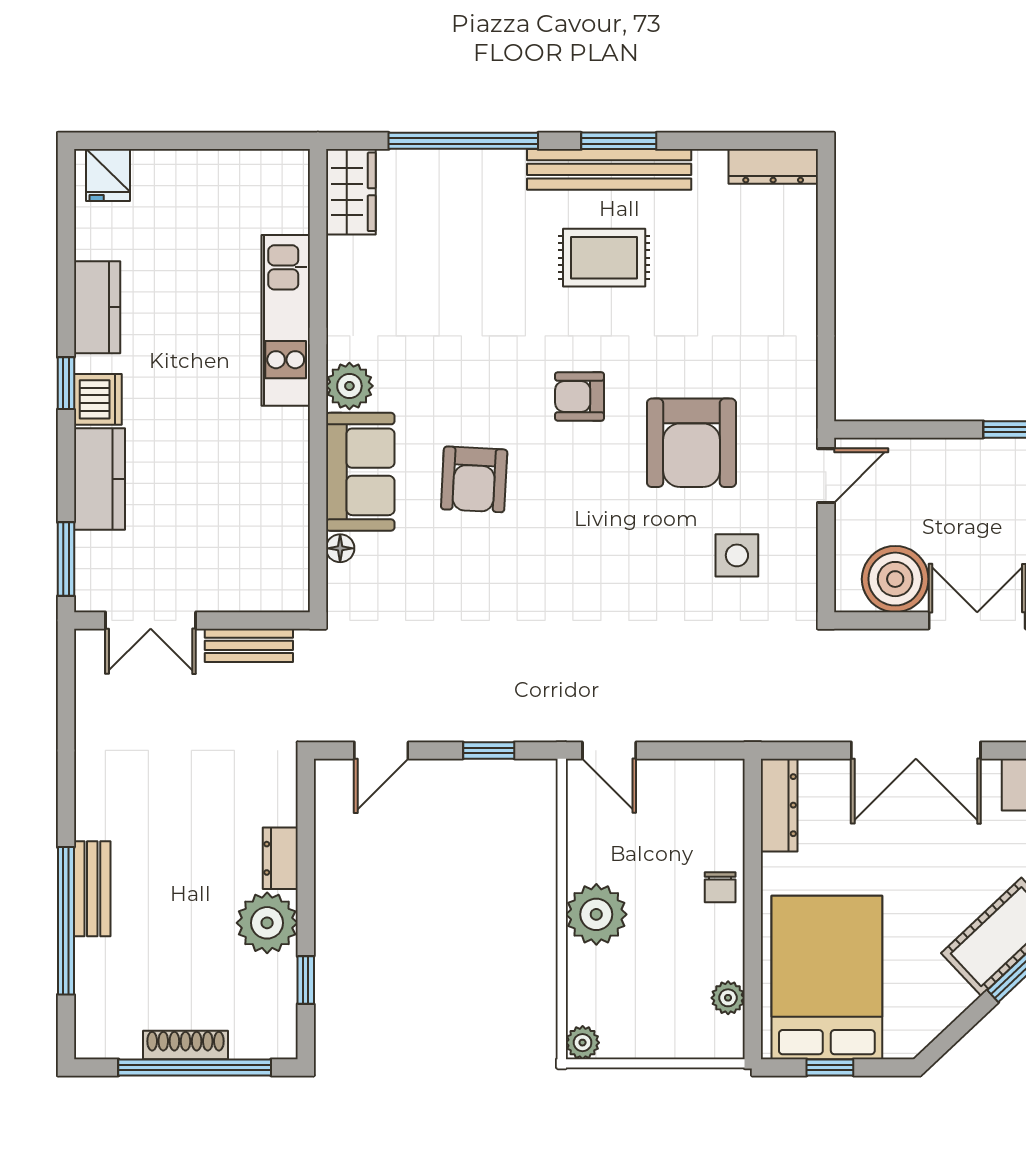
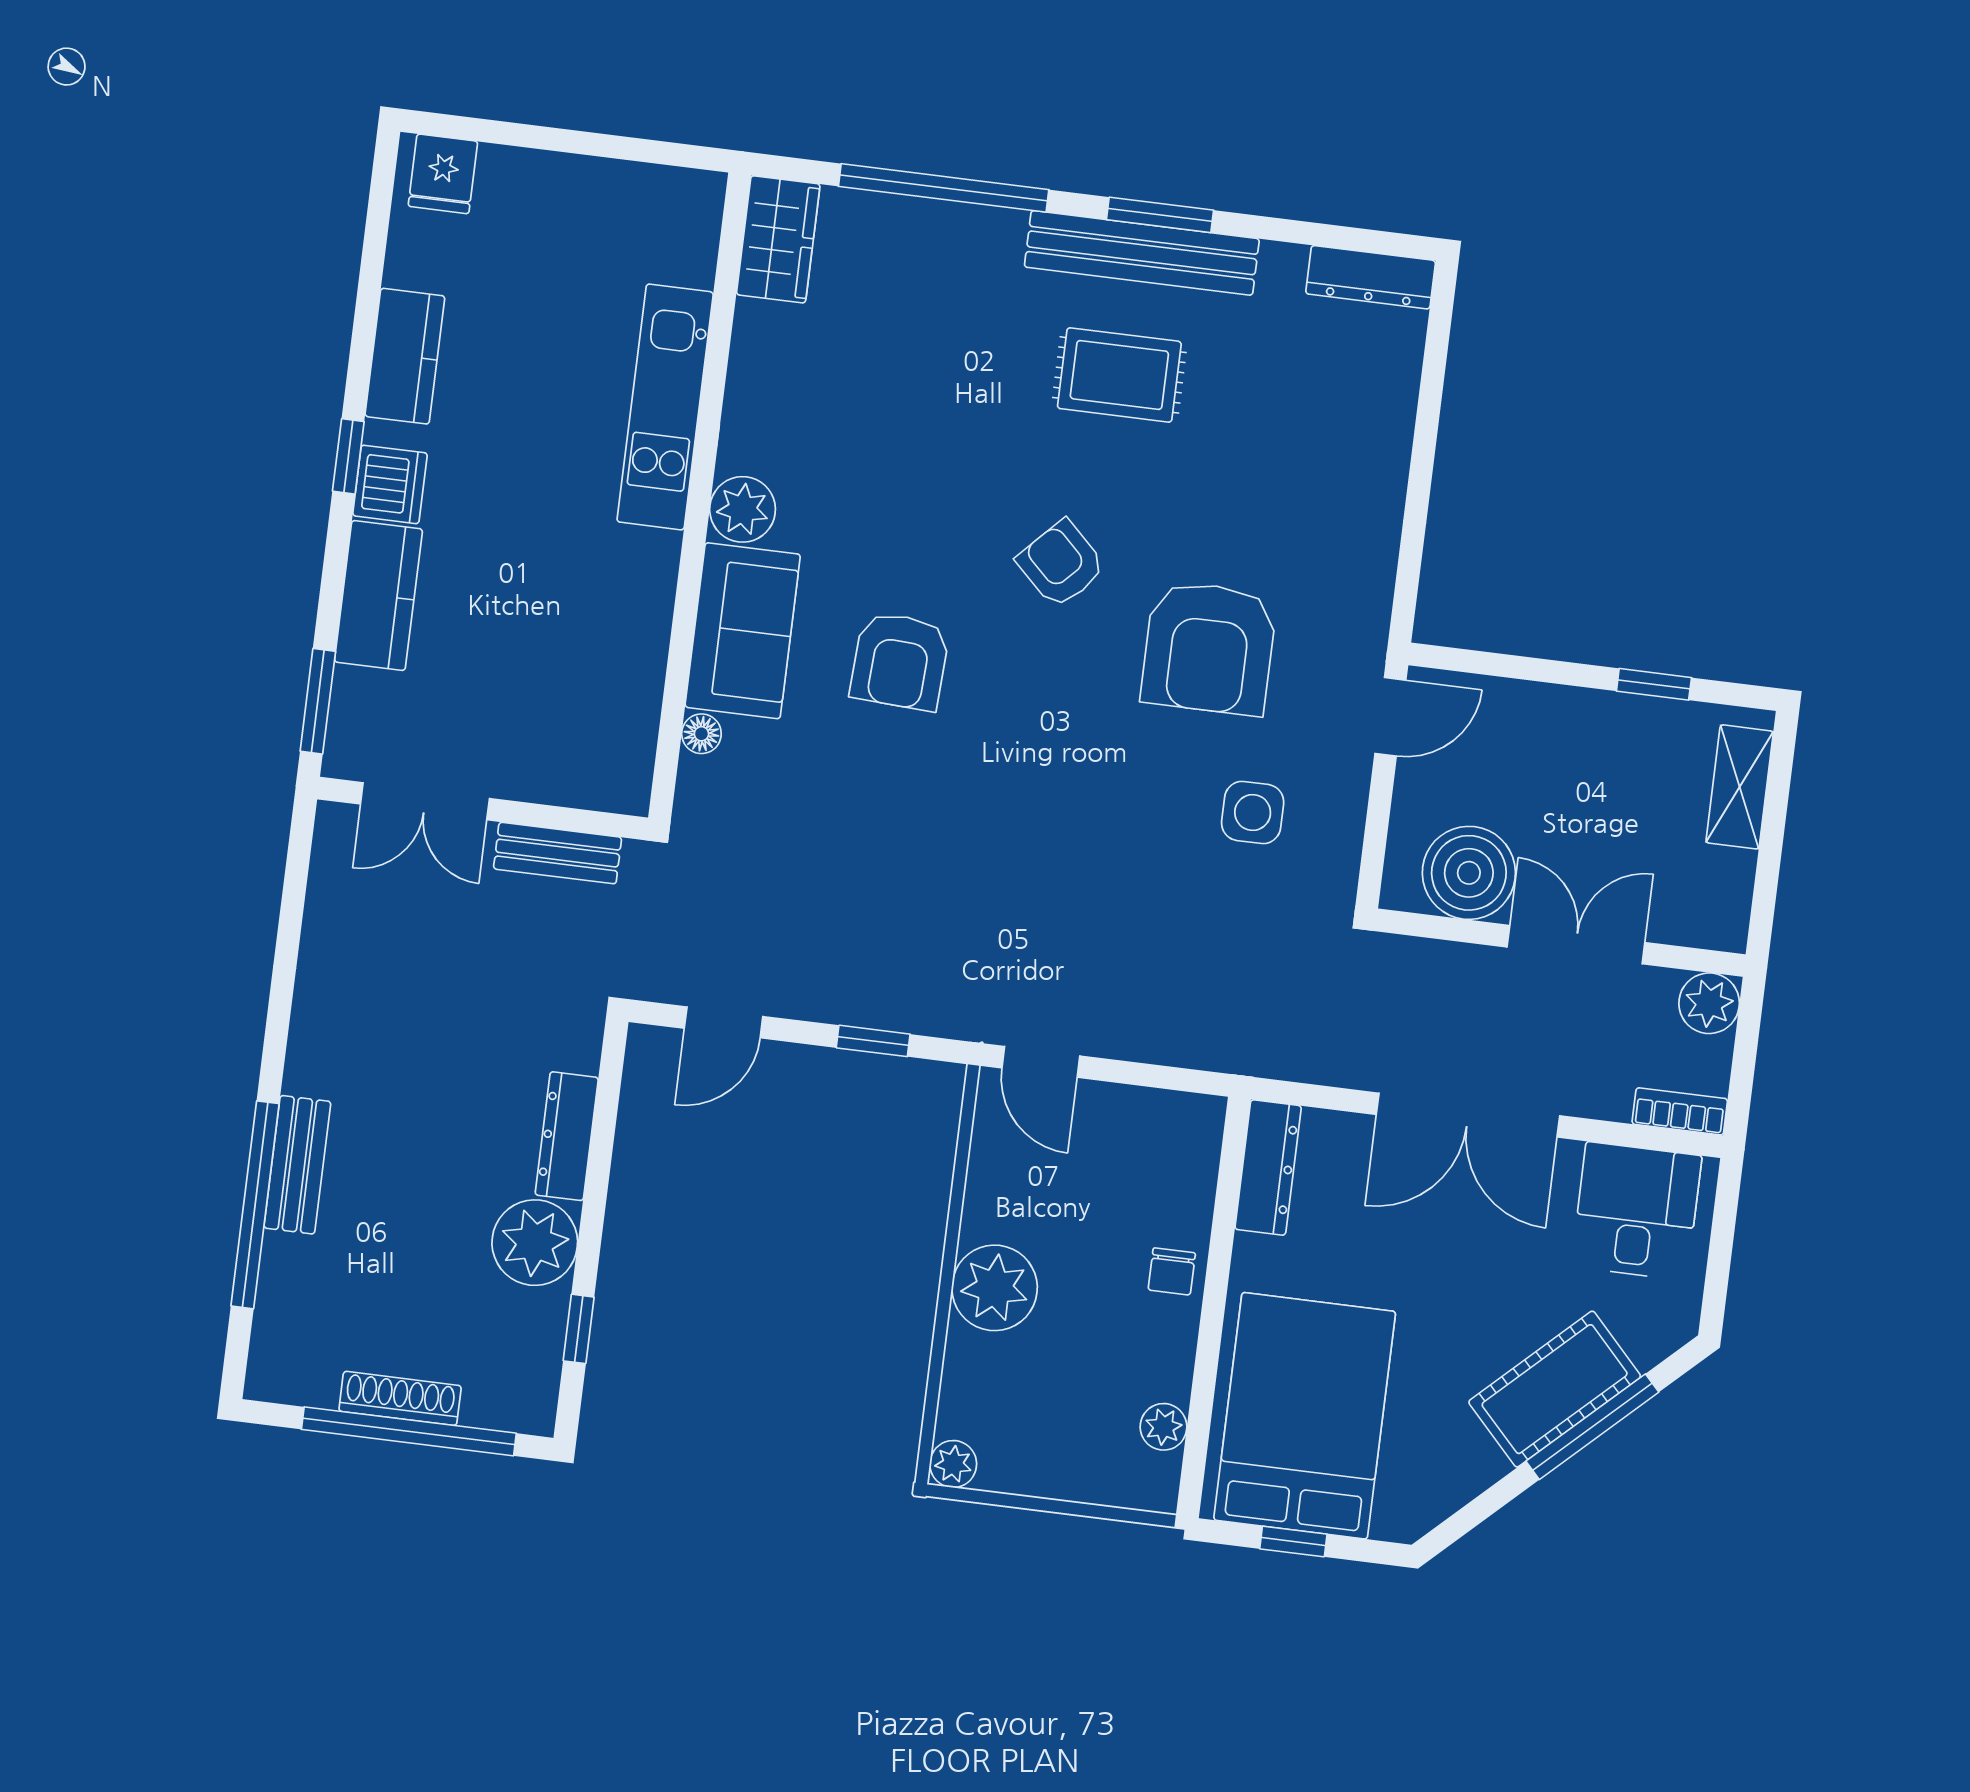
armchair: (580, 396) -> (1061, 564), turned 44
dresser: (280, 858) -> (567, 1136), width x1.44

